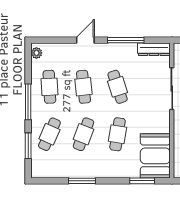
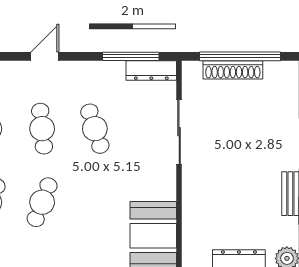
window: (126, 40) -> (131, 56), moved
cafe table: (118, 134) -> (95, 202), removed

